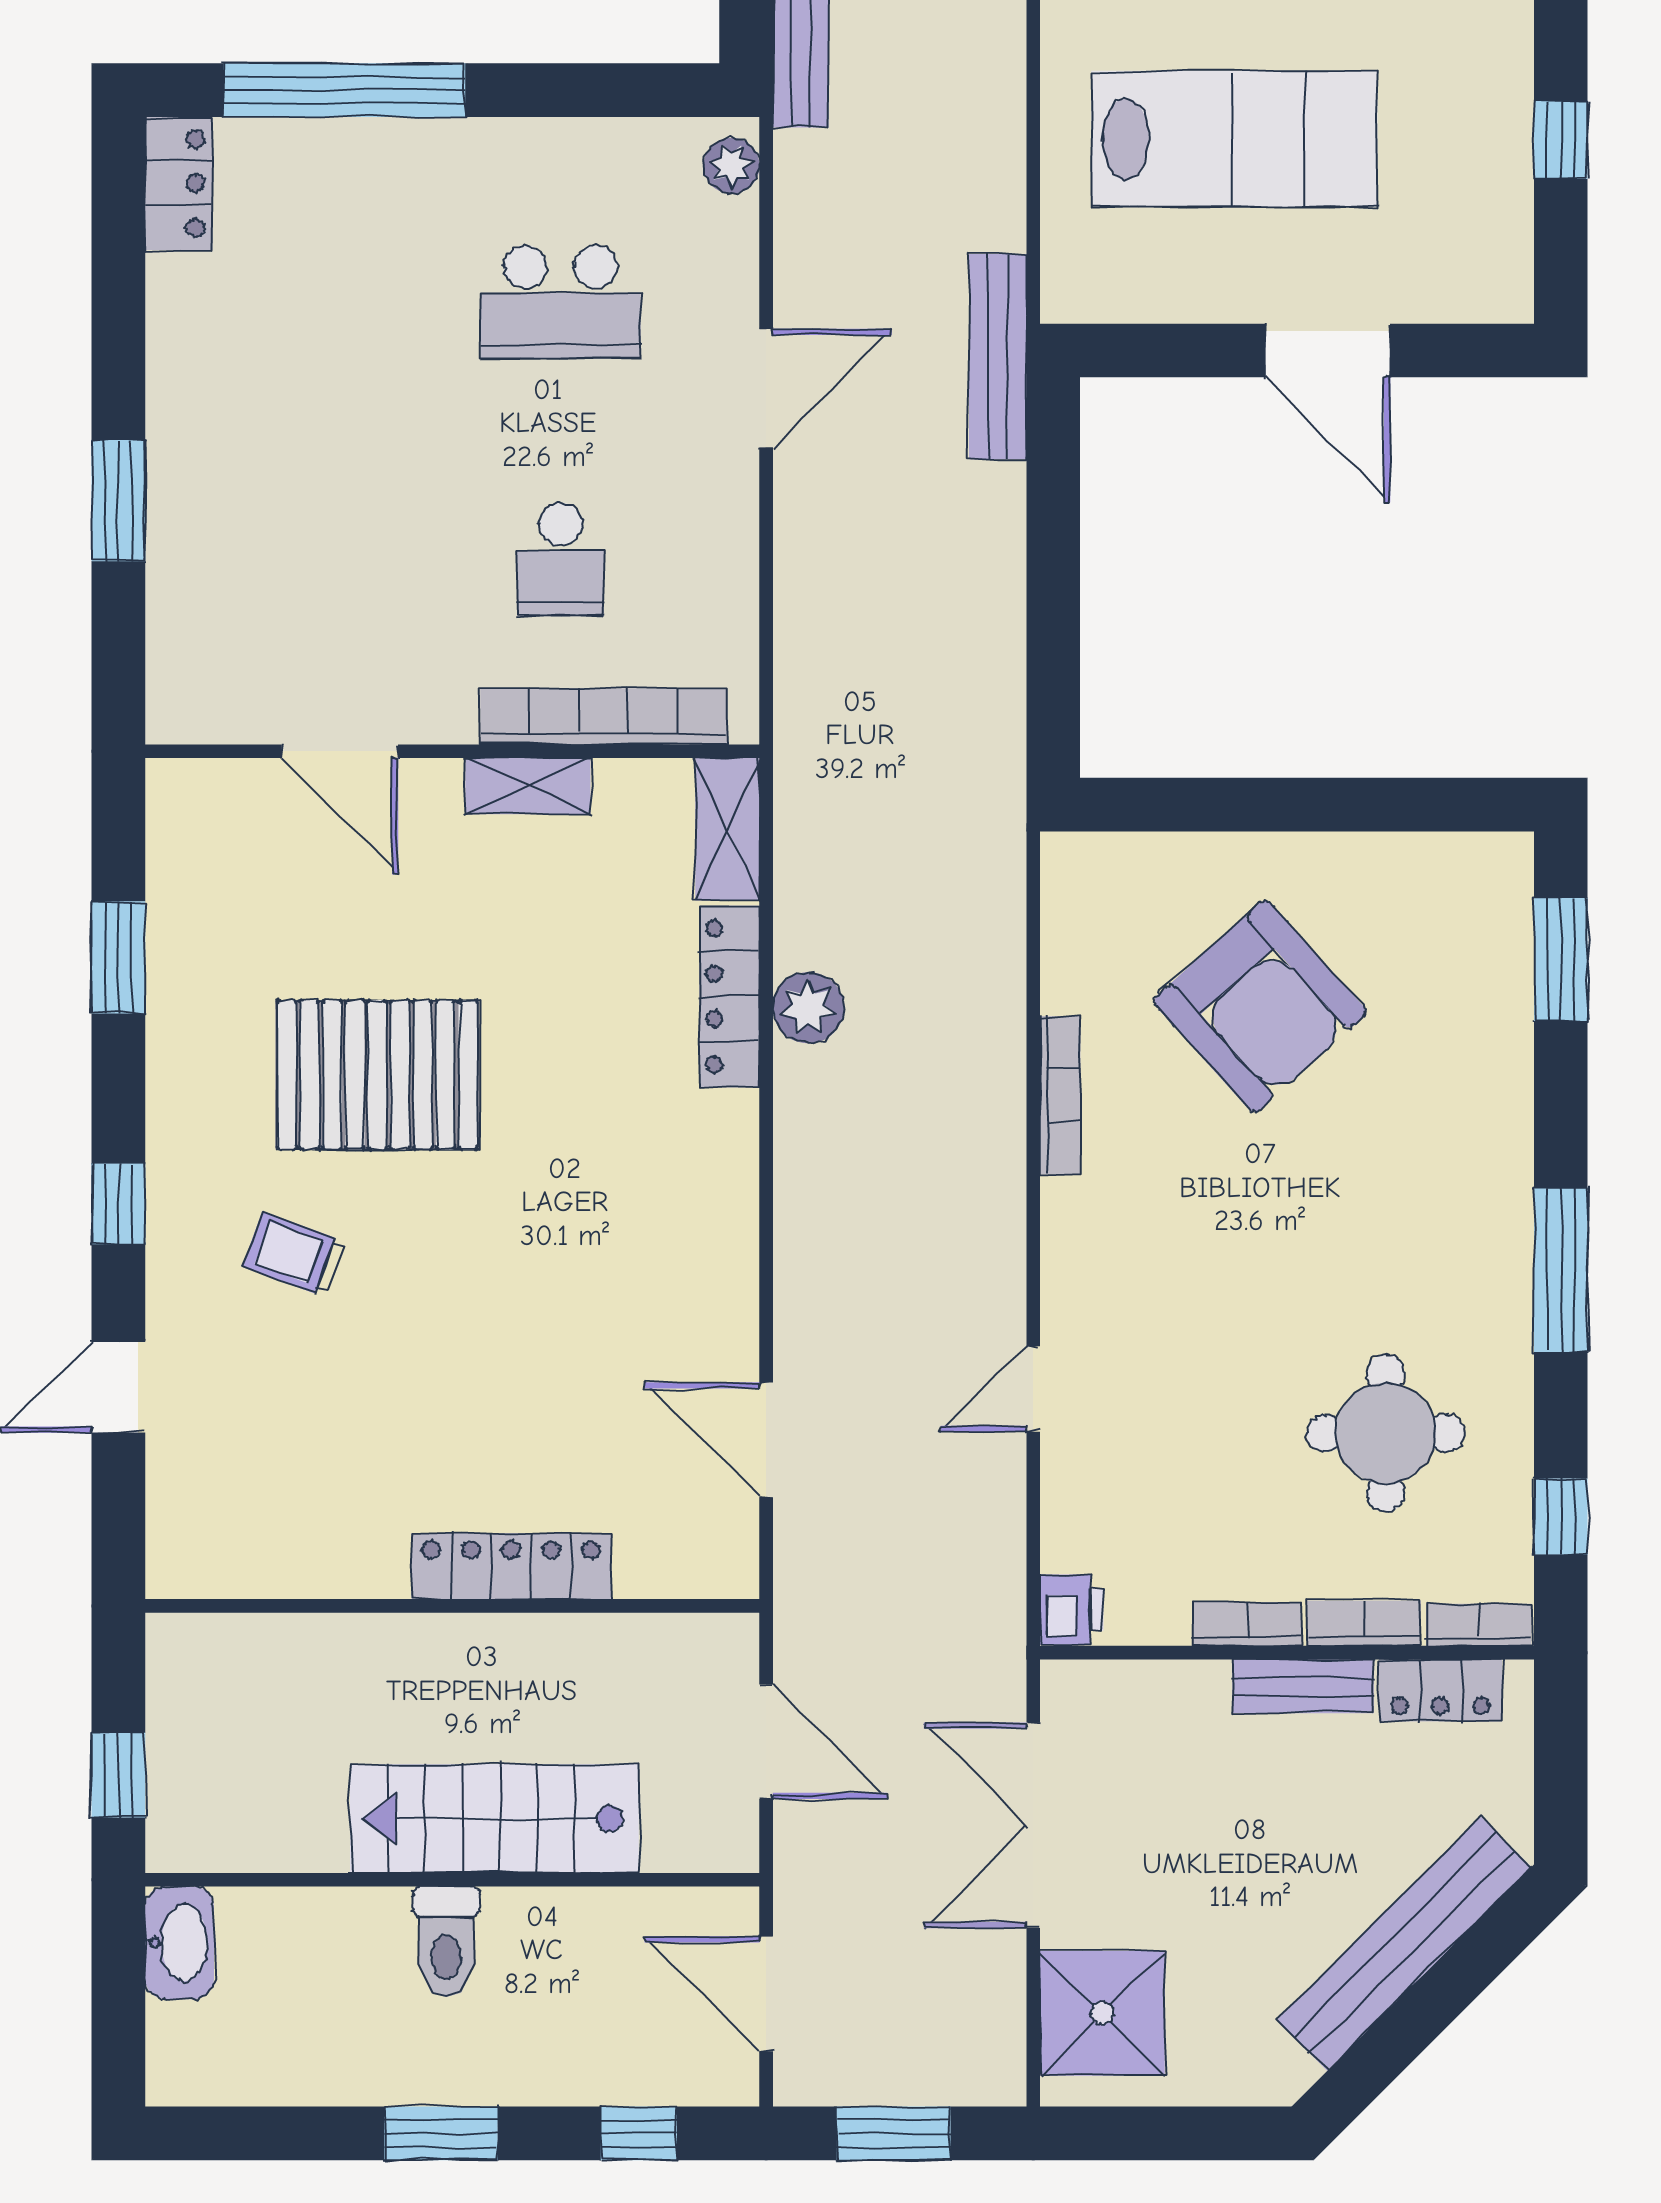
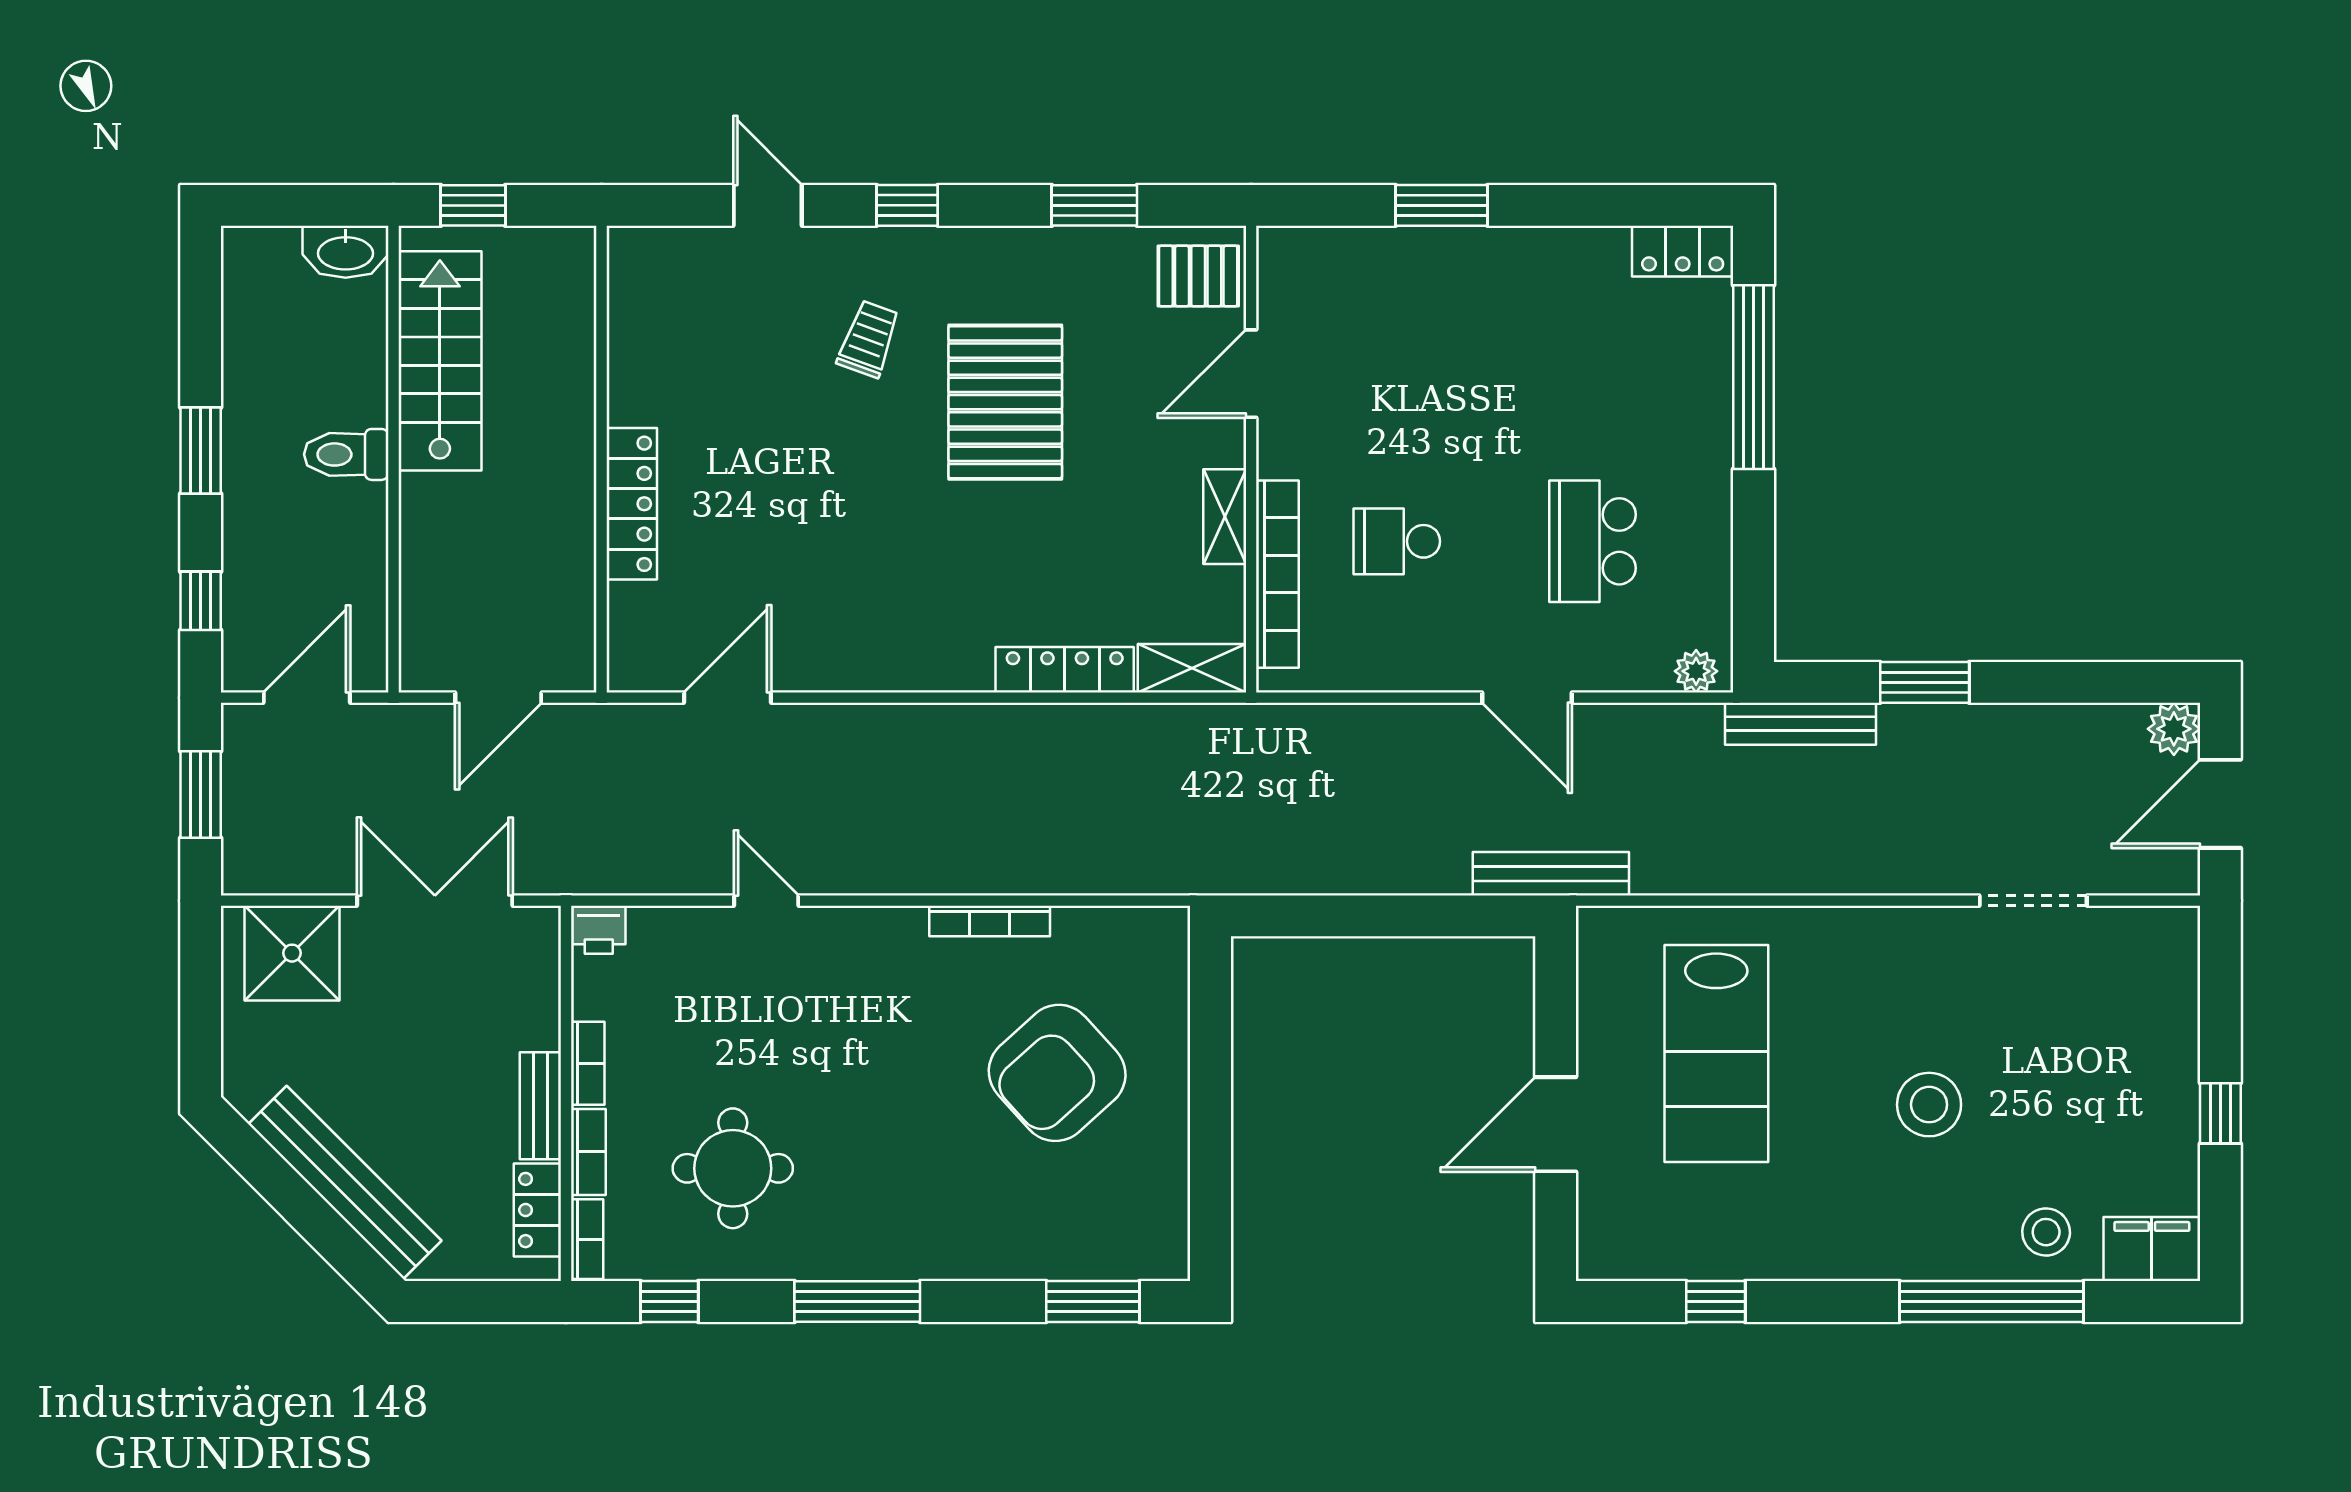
pallet: (211, 821) -> (1198, 276), added
plant: (808, 1008) -> (1056, 730), removed
stairs: (494, 1819) -> (440, 361), moved

